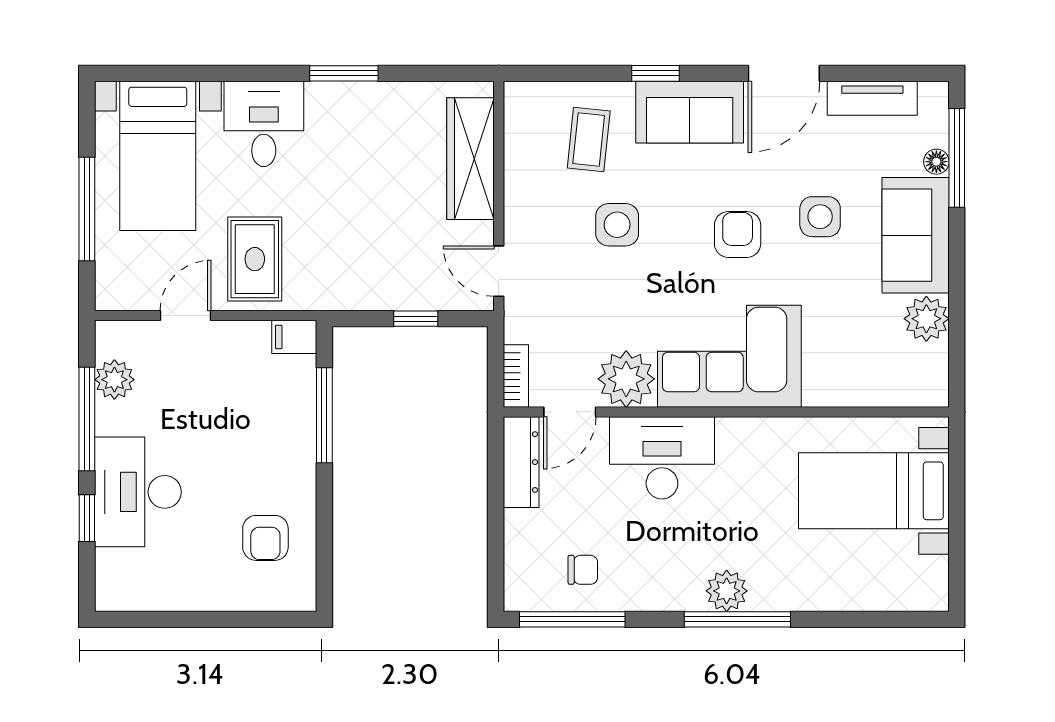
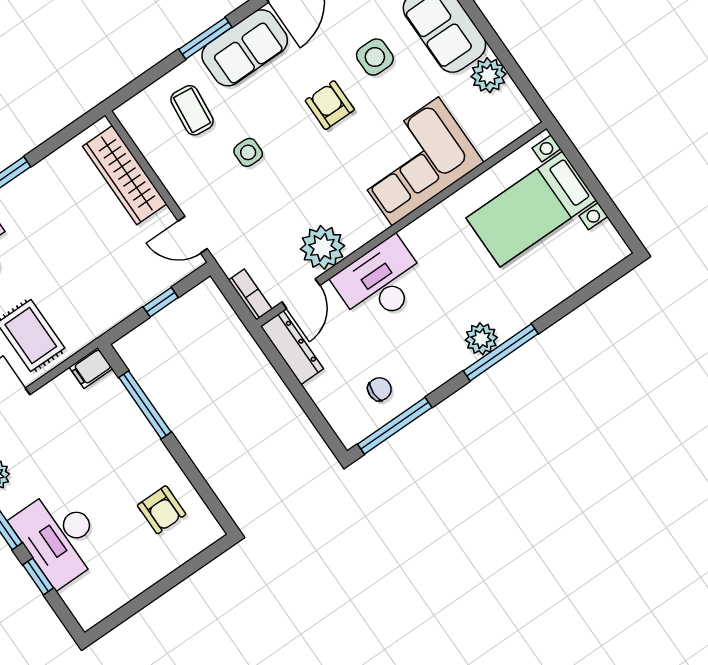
window: (655, 73) -> (205, 38), width x1.50
side table: (617, 225) -> (248, 152), width x0.73, depth x0.73
corner sofa: (729, 356) -> (415, 161), moved

